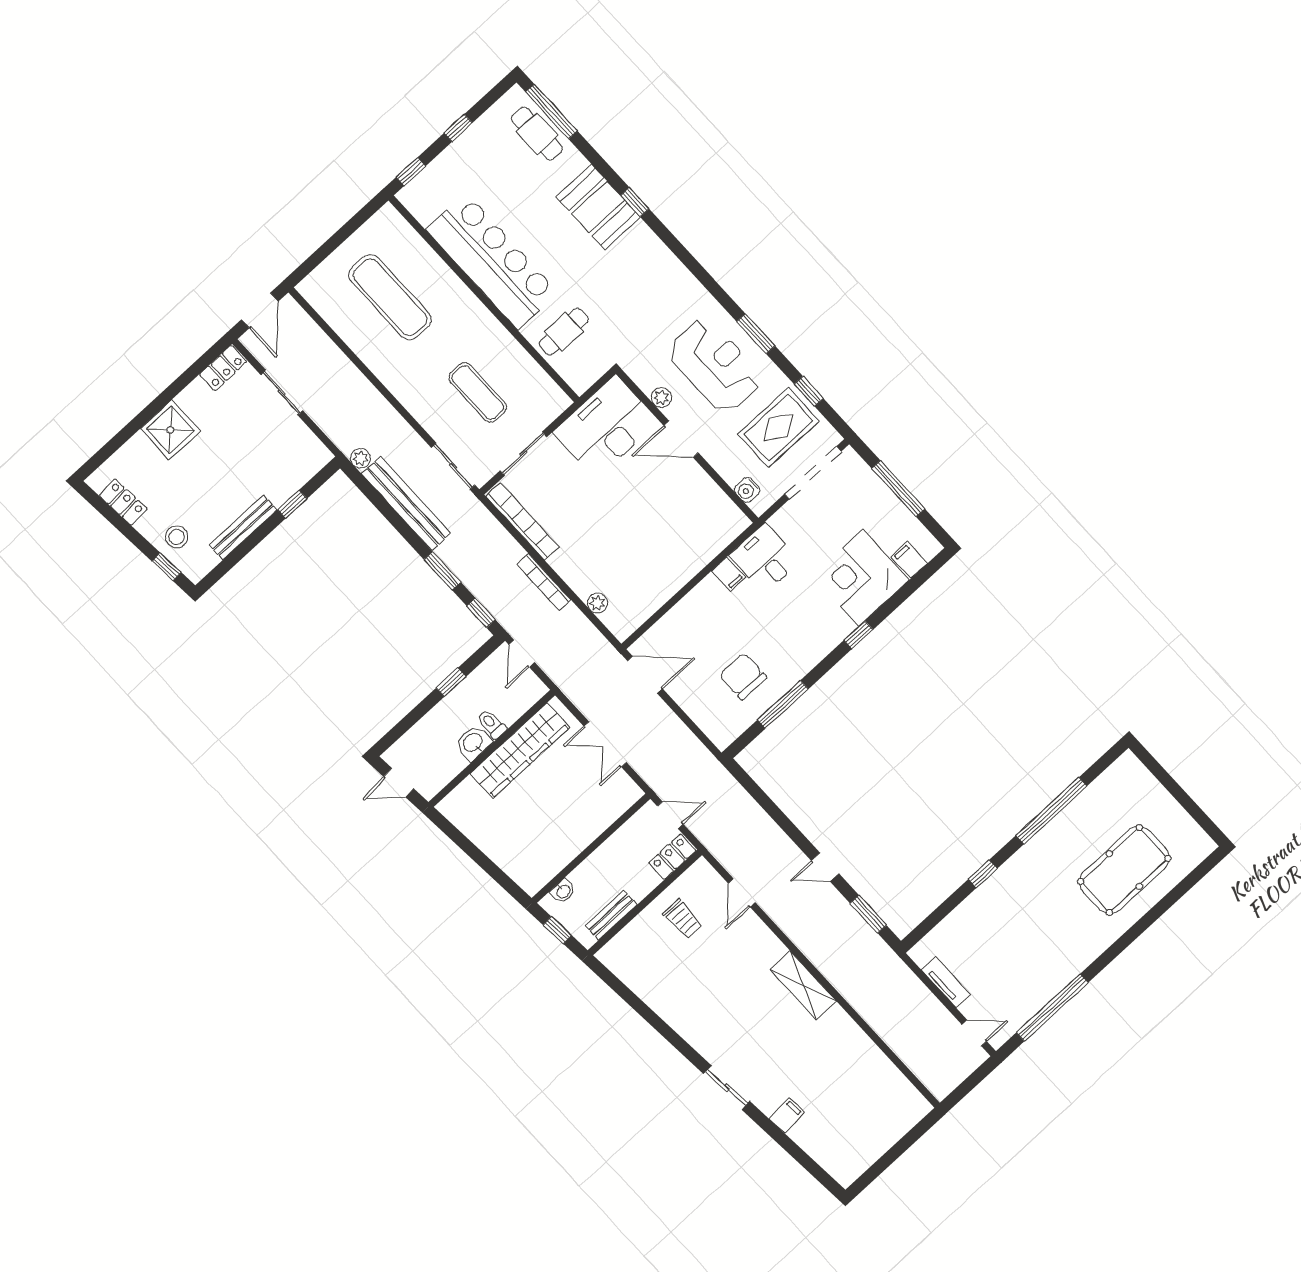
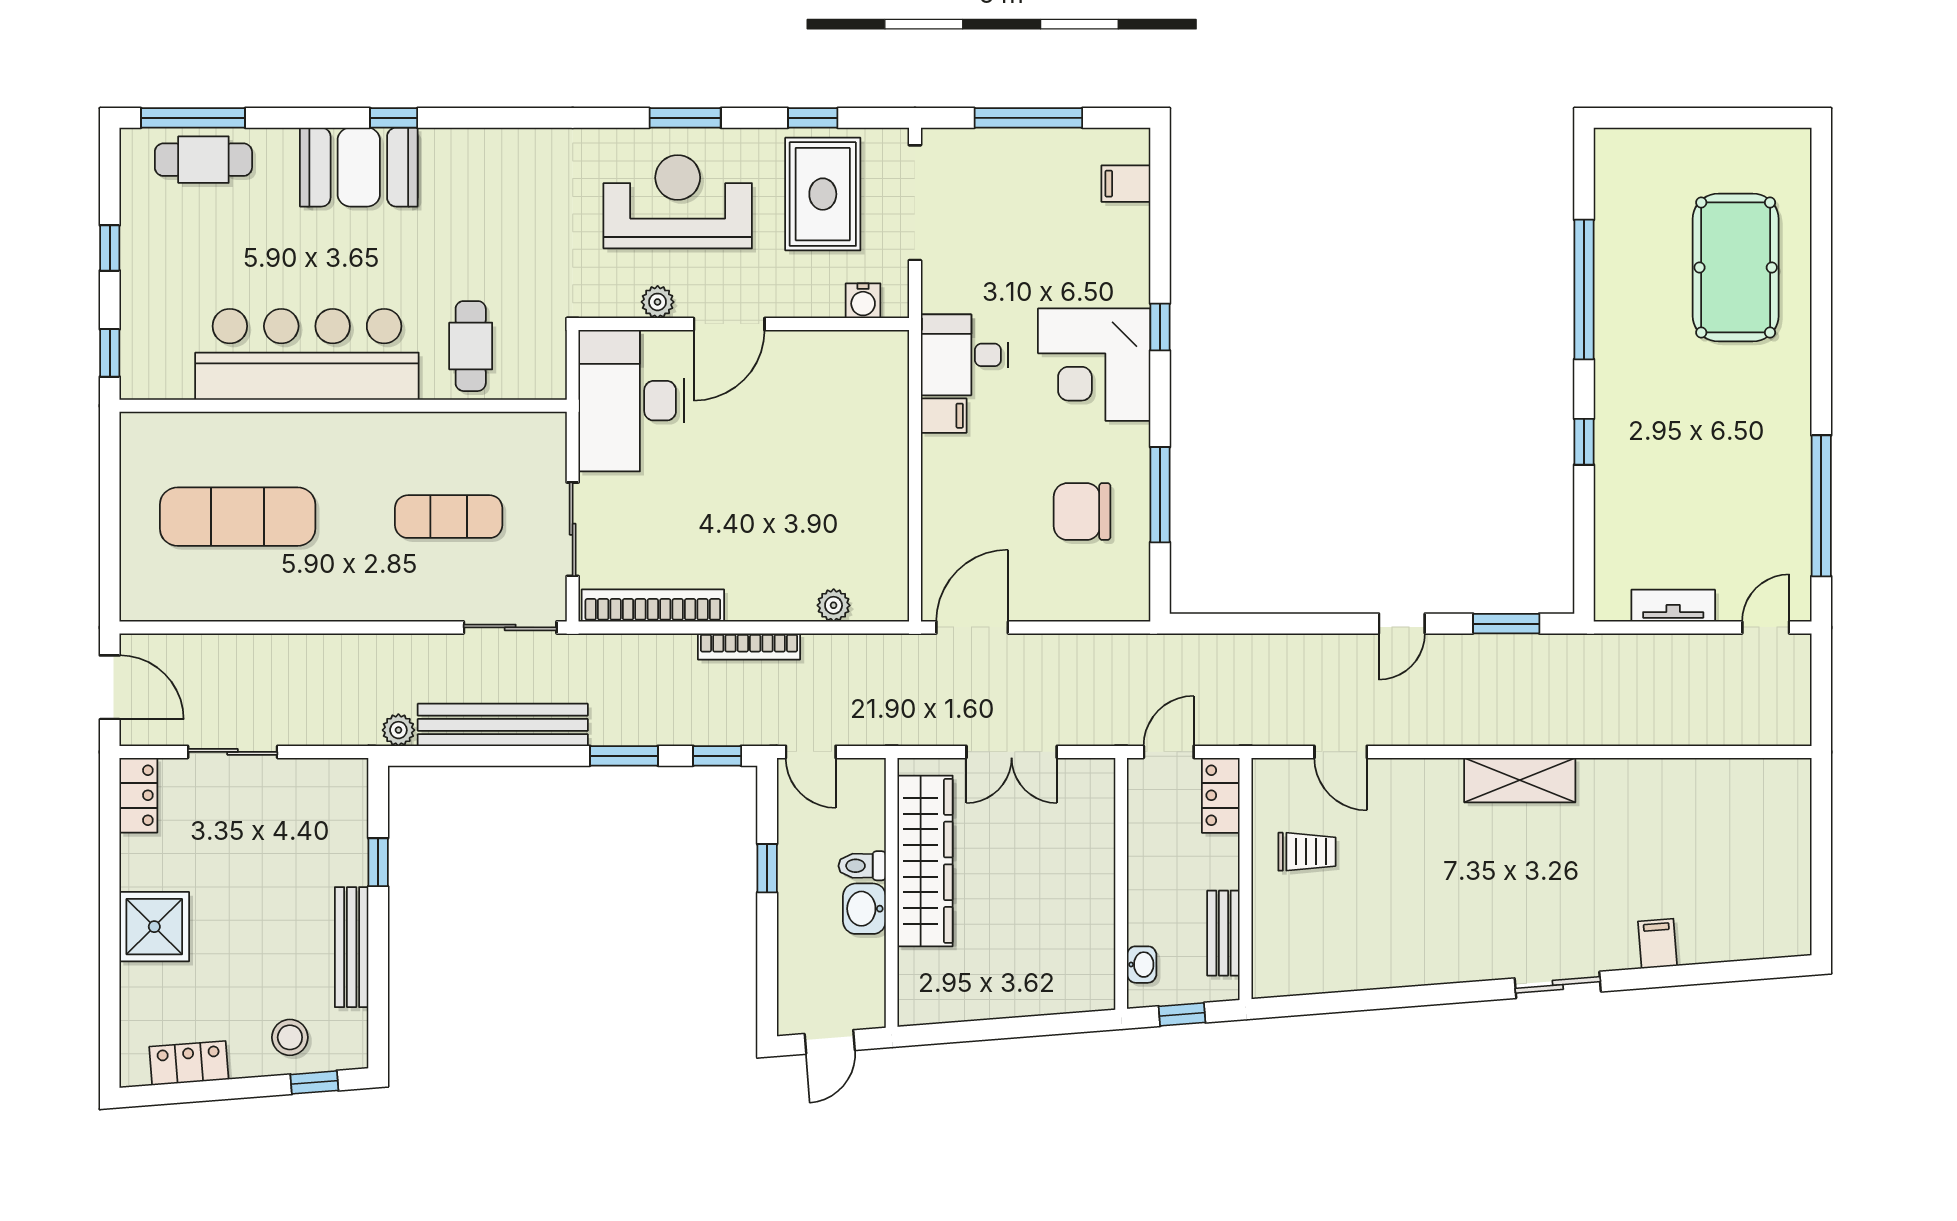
corner desk: (861, 578) -> (1094, 365), moved

